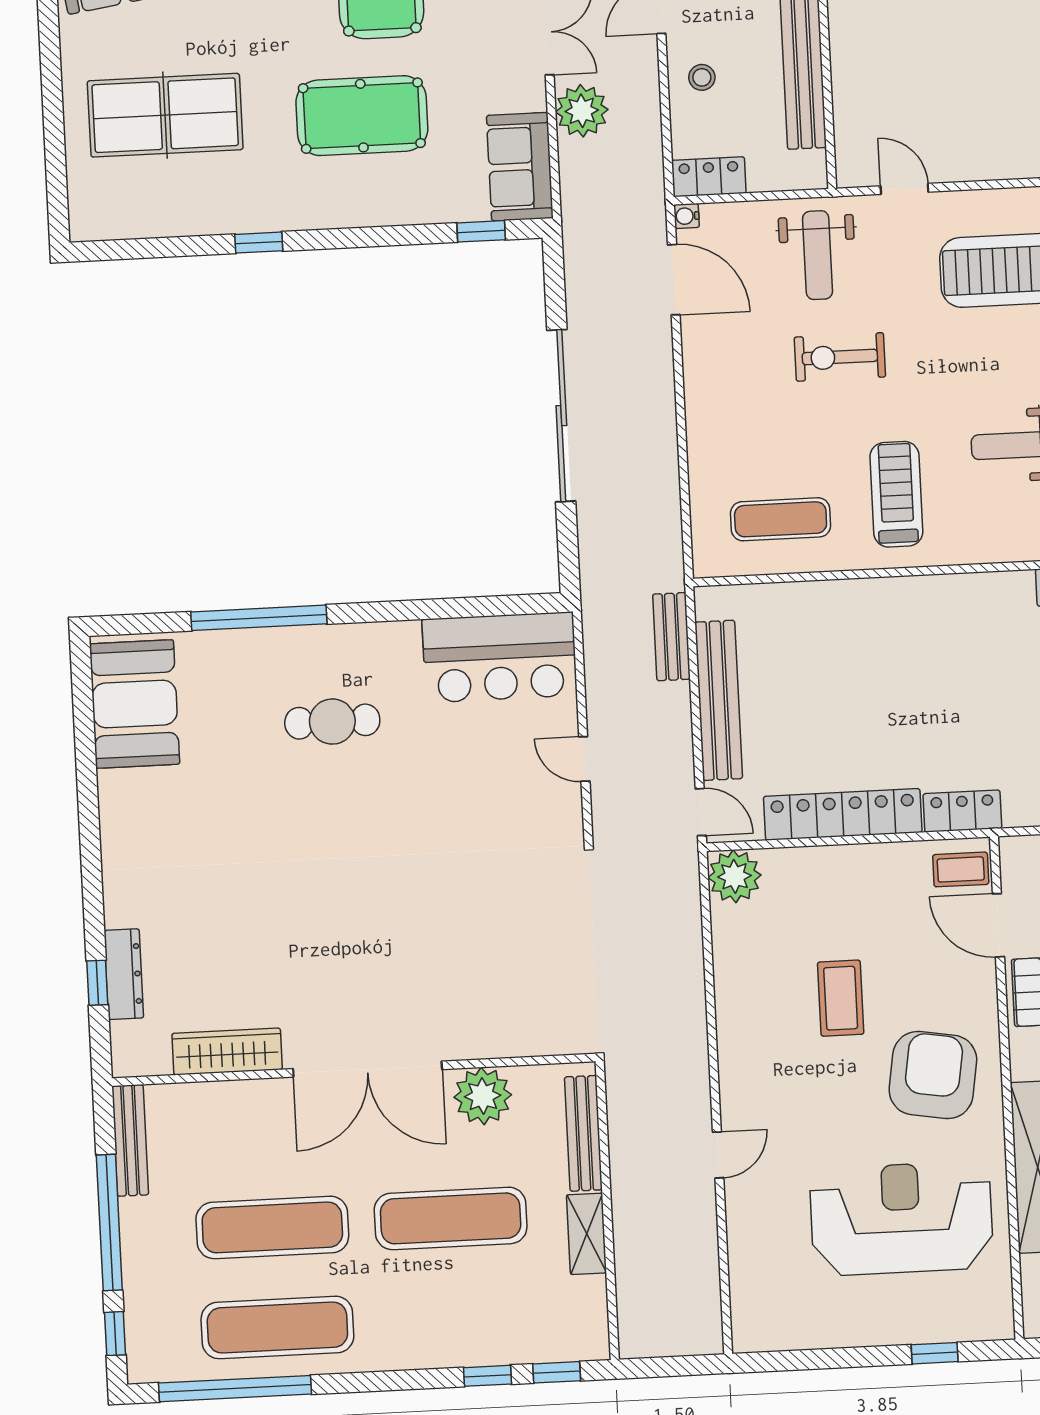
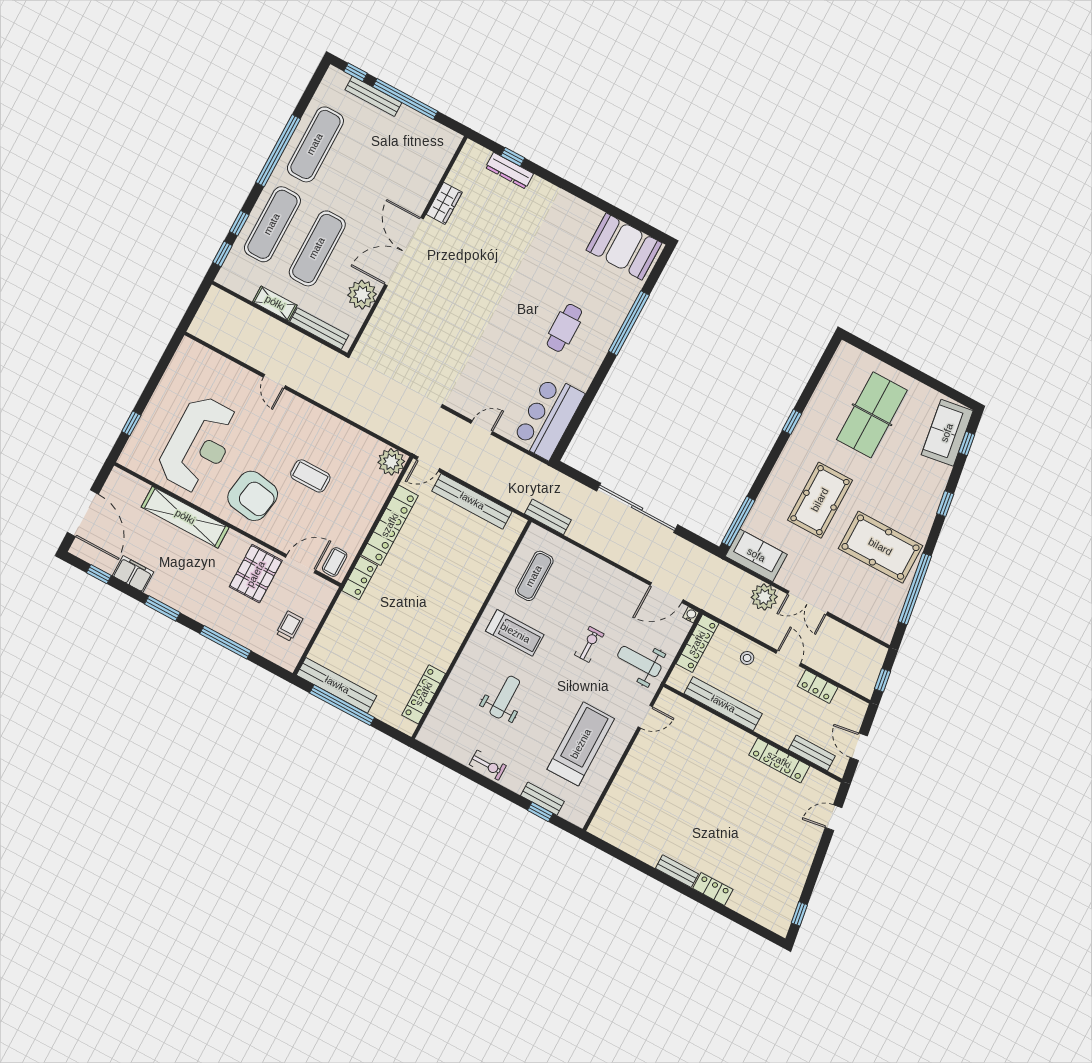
locker: (709, 177) -> (697, 643), width x1.53
window: (481, 231) -> (738, 522), width x2.17
exercise bike: (840, 357) -> (589, 644), width x0.73, depth x0.72
bench: (671, 637) -> (548, 517), moved
wardrobe: (227, 1051) -> (444, 203), width x0.67
bench: (130, 1140) -> (373, 96), moved
exercise mat: (272, 1227) -> (272, 224), moved
window: (235, 1389) -> (278, 151), moved

